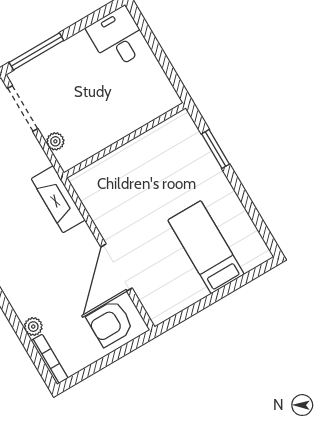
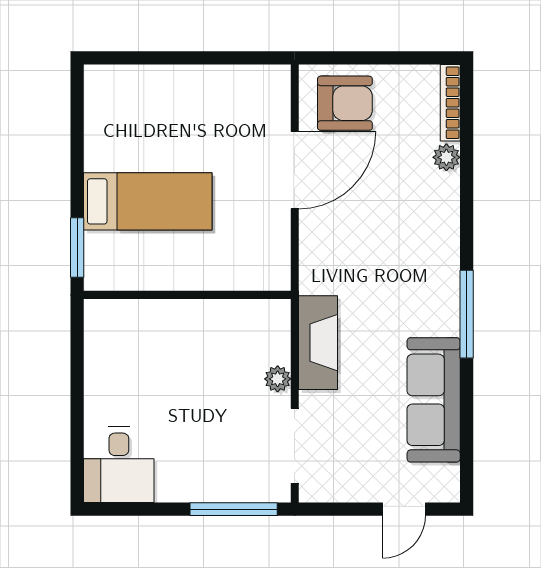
wall: (125, 140) -> (187, 295), moved
fireplace: (58, 199) -> (318, 343), moved
bed: (206, 247) -> (148, 201), moved, turned -90

